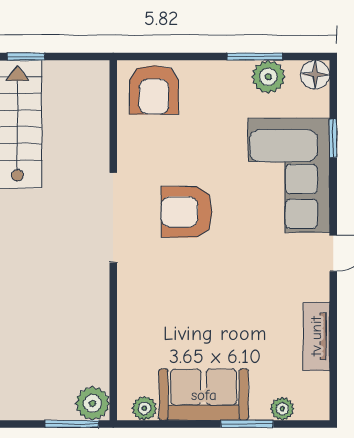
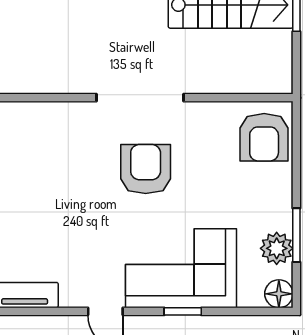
armchair: (154, 90) -> (264, 137), turned -90
window: (333, 138) -> (183, 311), moved

